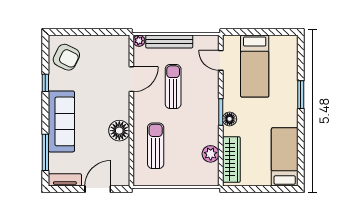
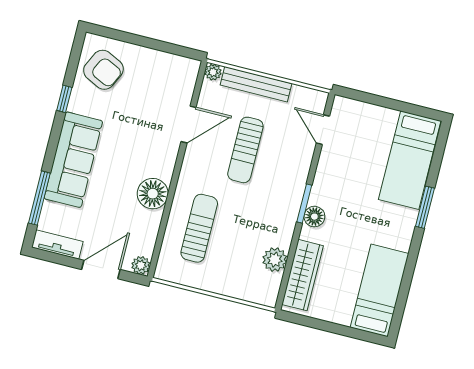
bed: (255, 66) -> (410, 160), moved
sun lounger: (173, 87) -> (245, 150), turned 180
plant: (123, 180) -> (141, 265), added

